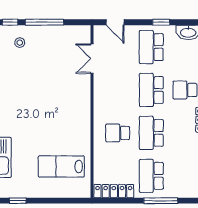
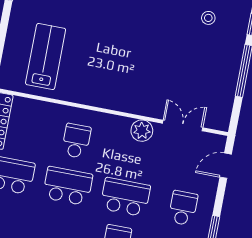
stool: (20, 43) -> (208, 18), moved
school desk: (151, 47) -> (183, 208), width x0.54
plant: (101, 87) -> (142, 131), added

